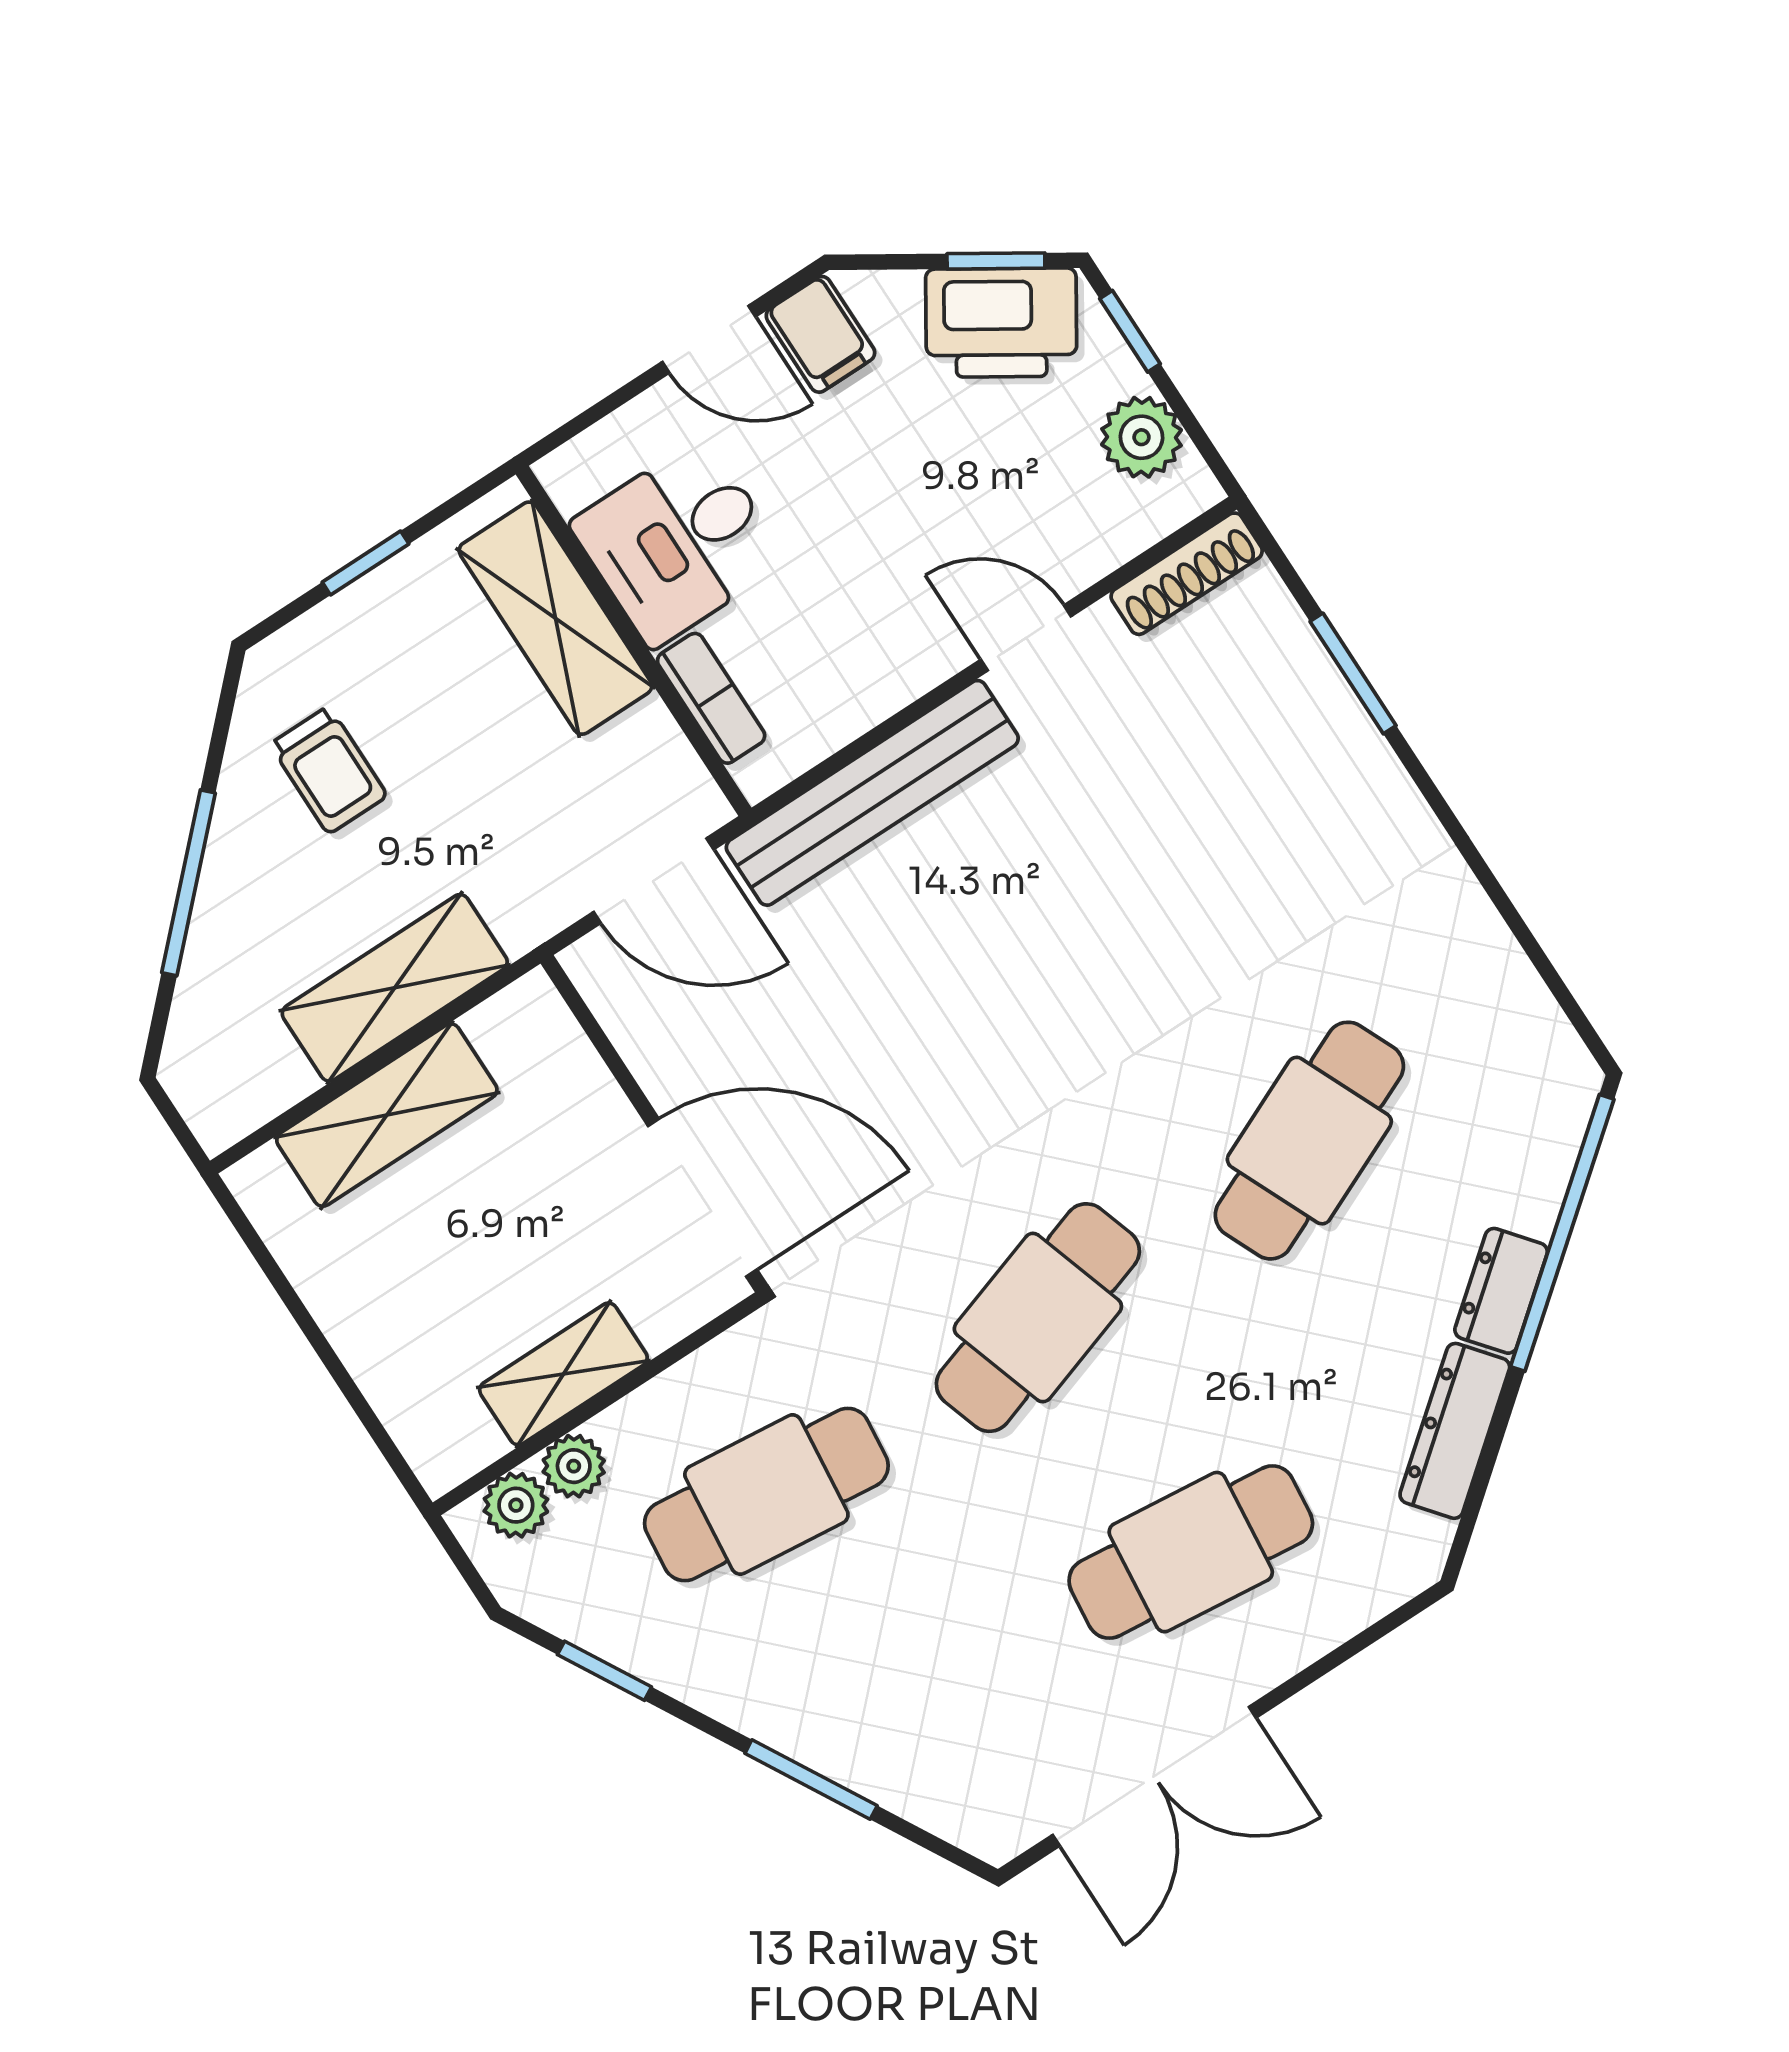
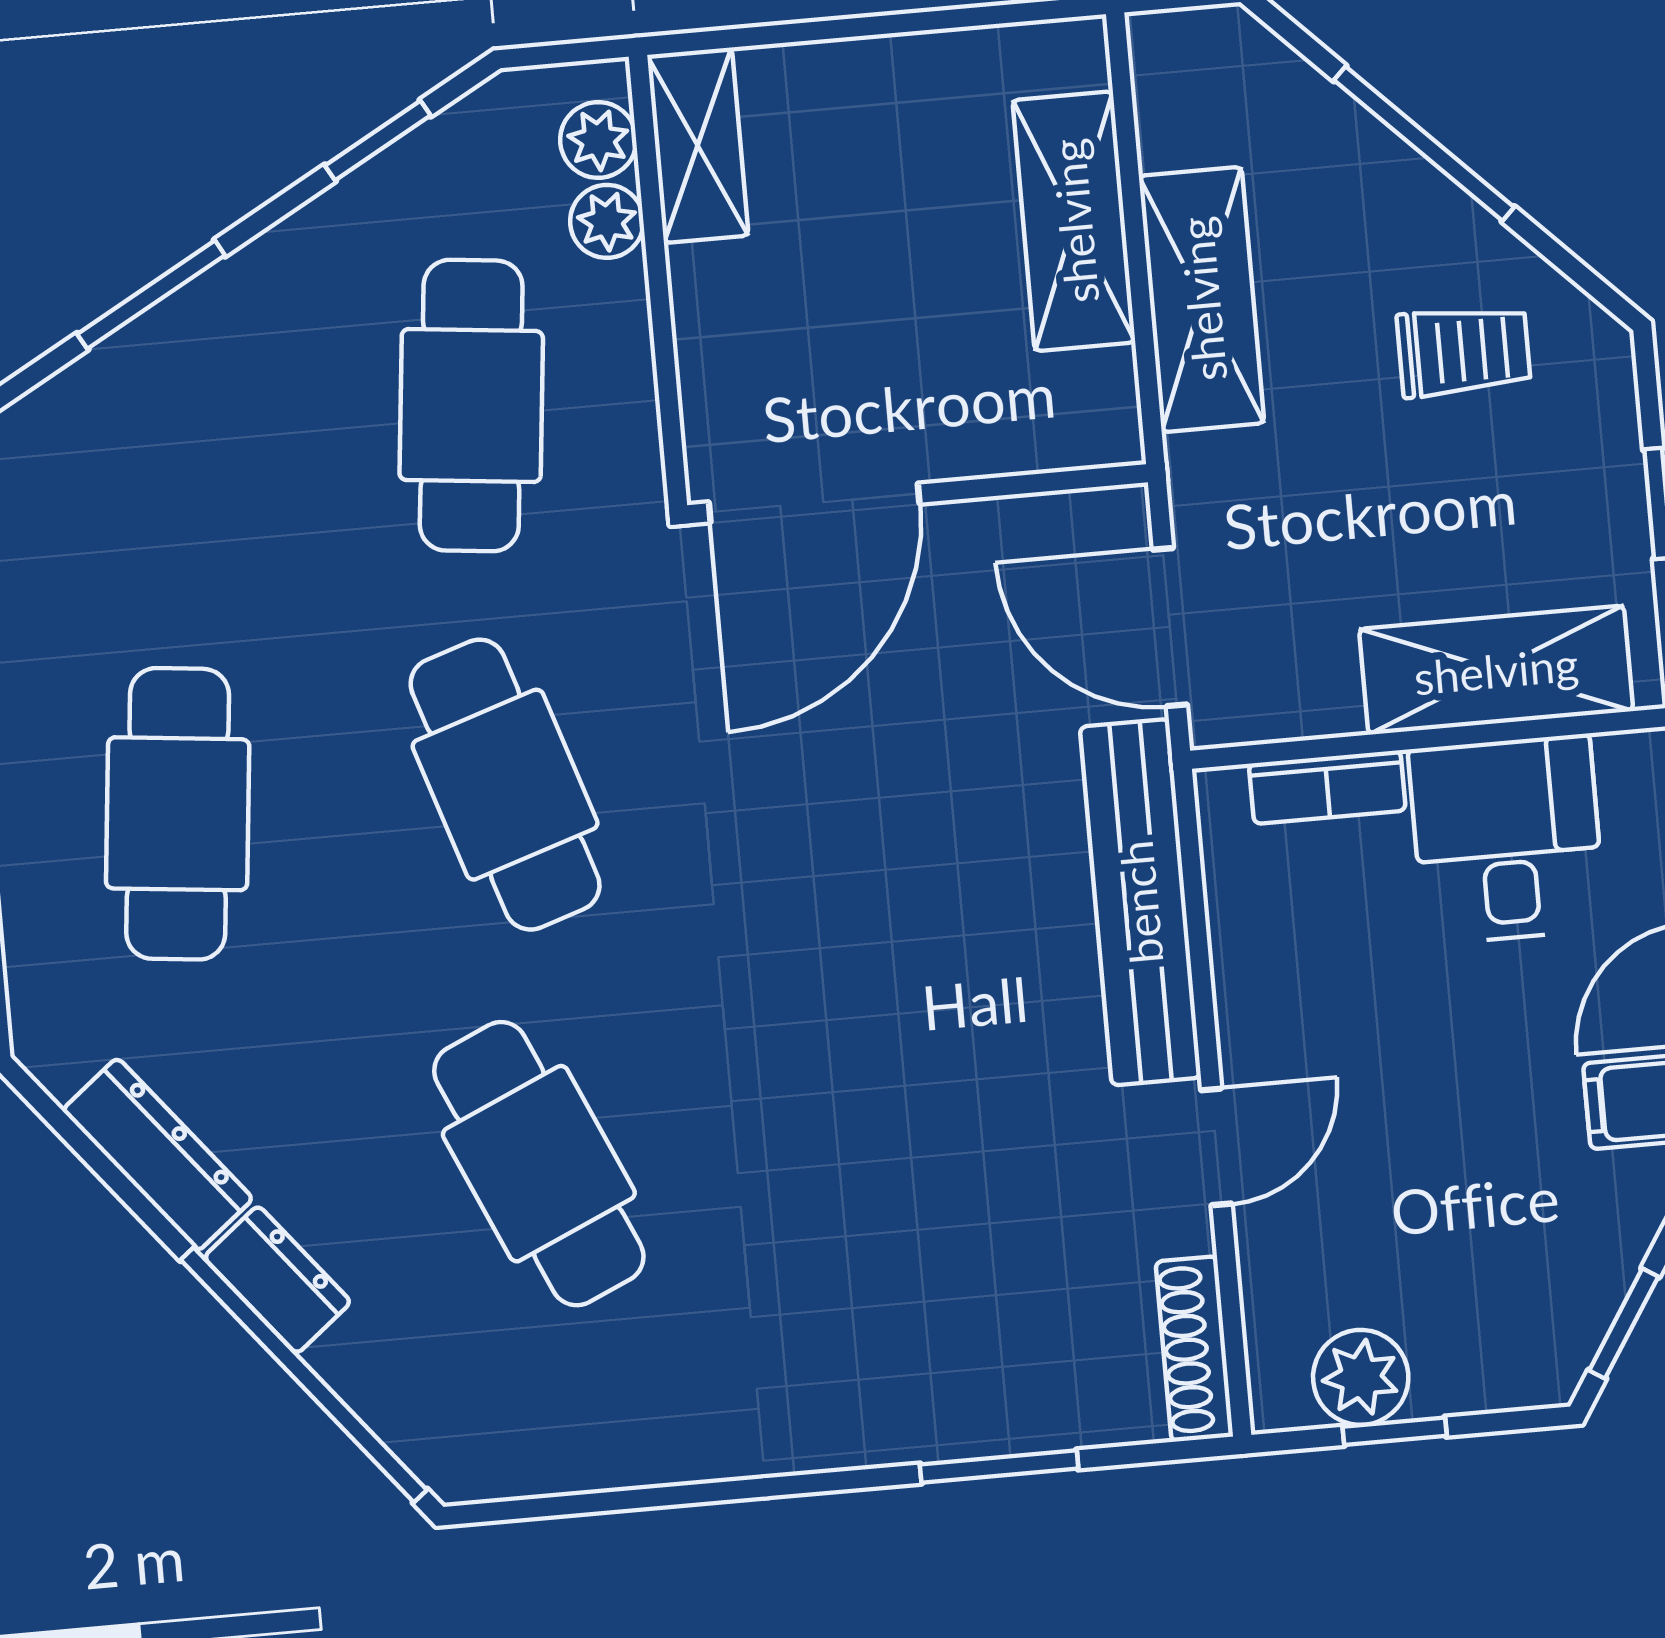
printer: (1001, 323) -> (1557, 1295), removed
window: (1130, 331) -> (1395, 1431), moved
trolley: (329, 770) -> (1464, 351), turned 180
door: (654, 881) -> (1170, 627), hinge flipped
shelving: (563, 1374) -> (698, 145), moved

